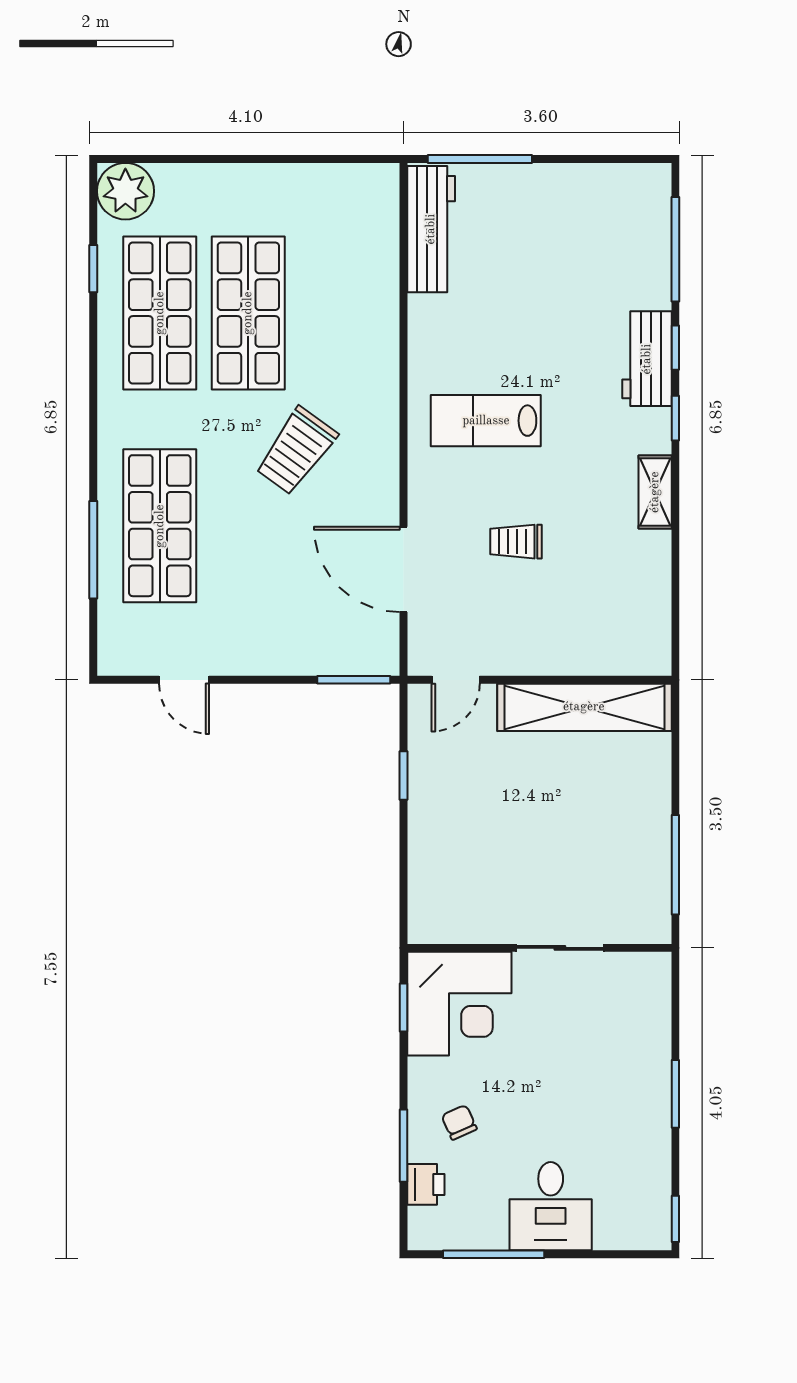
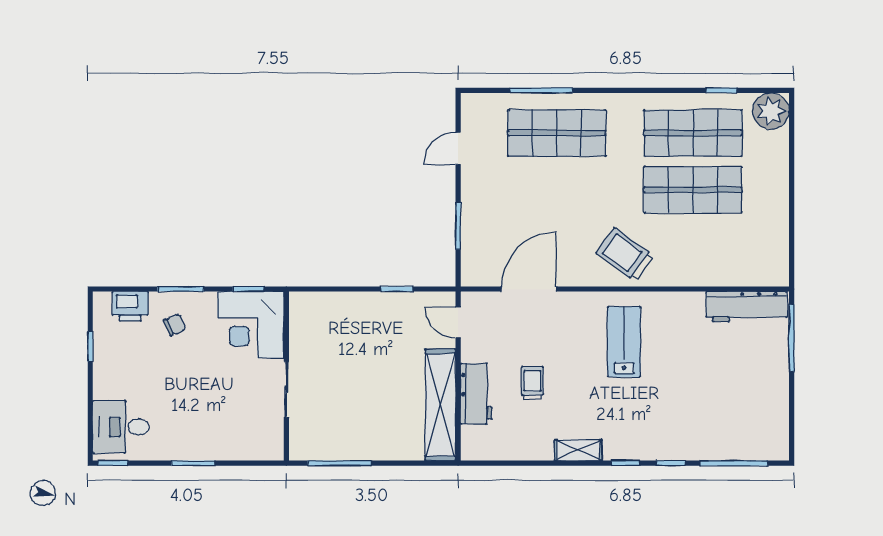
workbench: (647, 359) -> (476, 394), moved, turned 90
trolley: (296, 451) -> (625, 255), moved
trolley: (516, 542) -> (532, 383), moved
window: (354, 680) -> (458, 226), moved
window: (403, 1146) -> (181, 289), moved
printer: (426, 1184) -> (130, 306), width x1.36, depth x1.24
desk: (551, 1206) -> (121, 427), moved
window: (494, 1254) -> (90, 347), width x0.46

